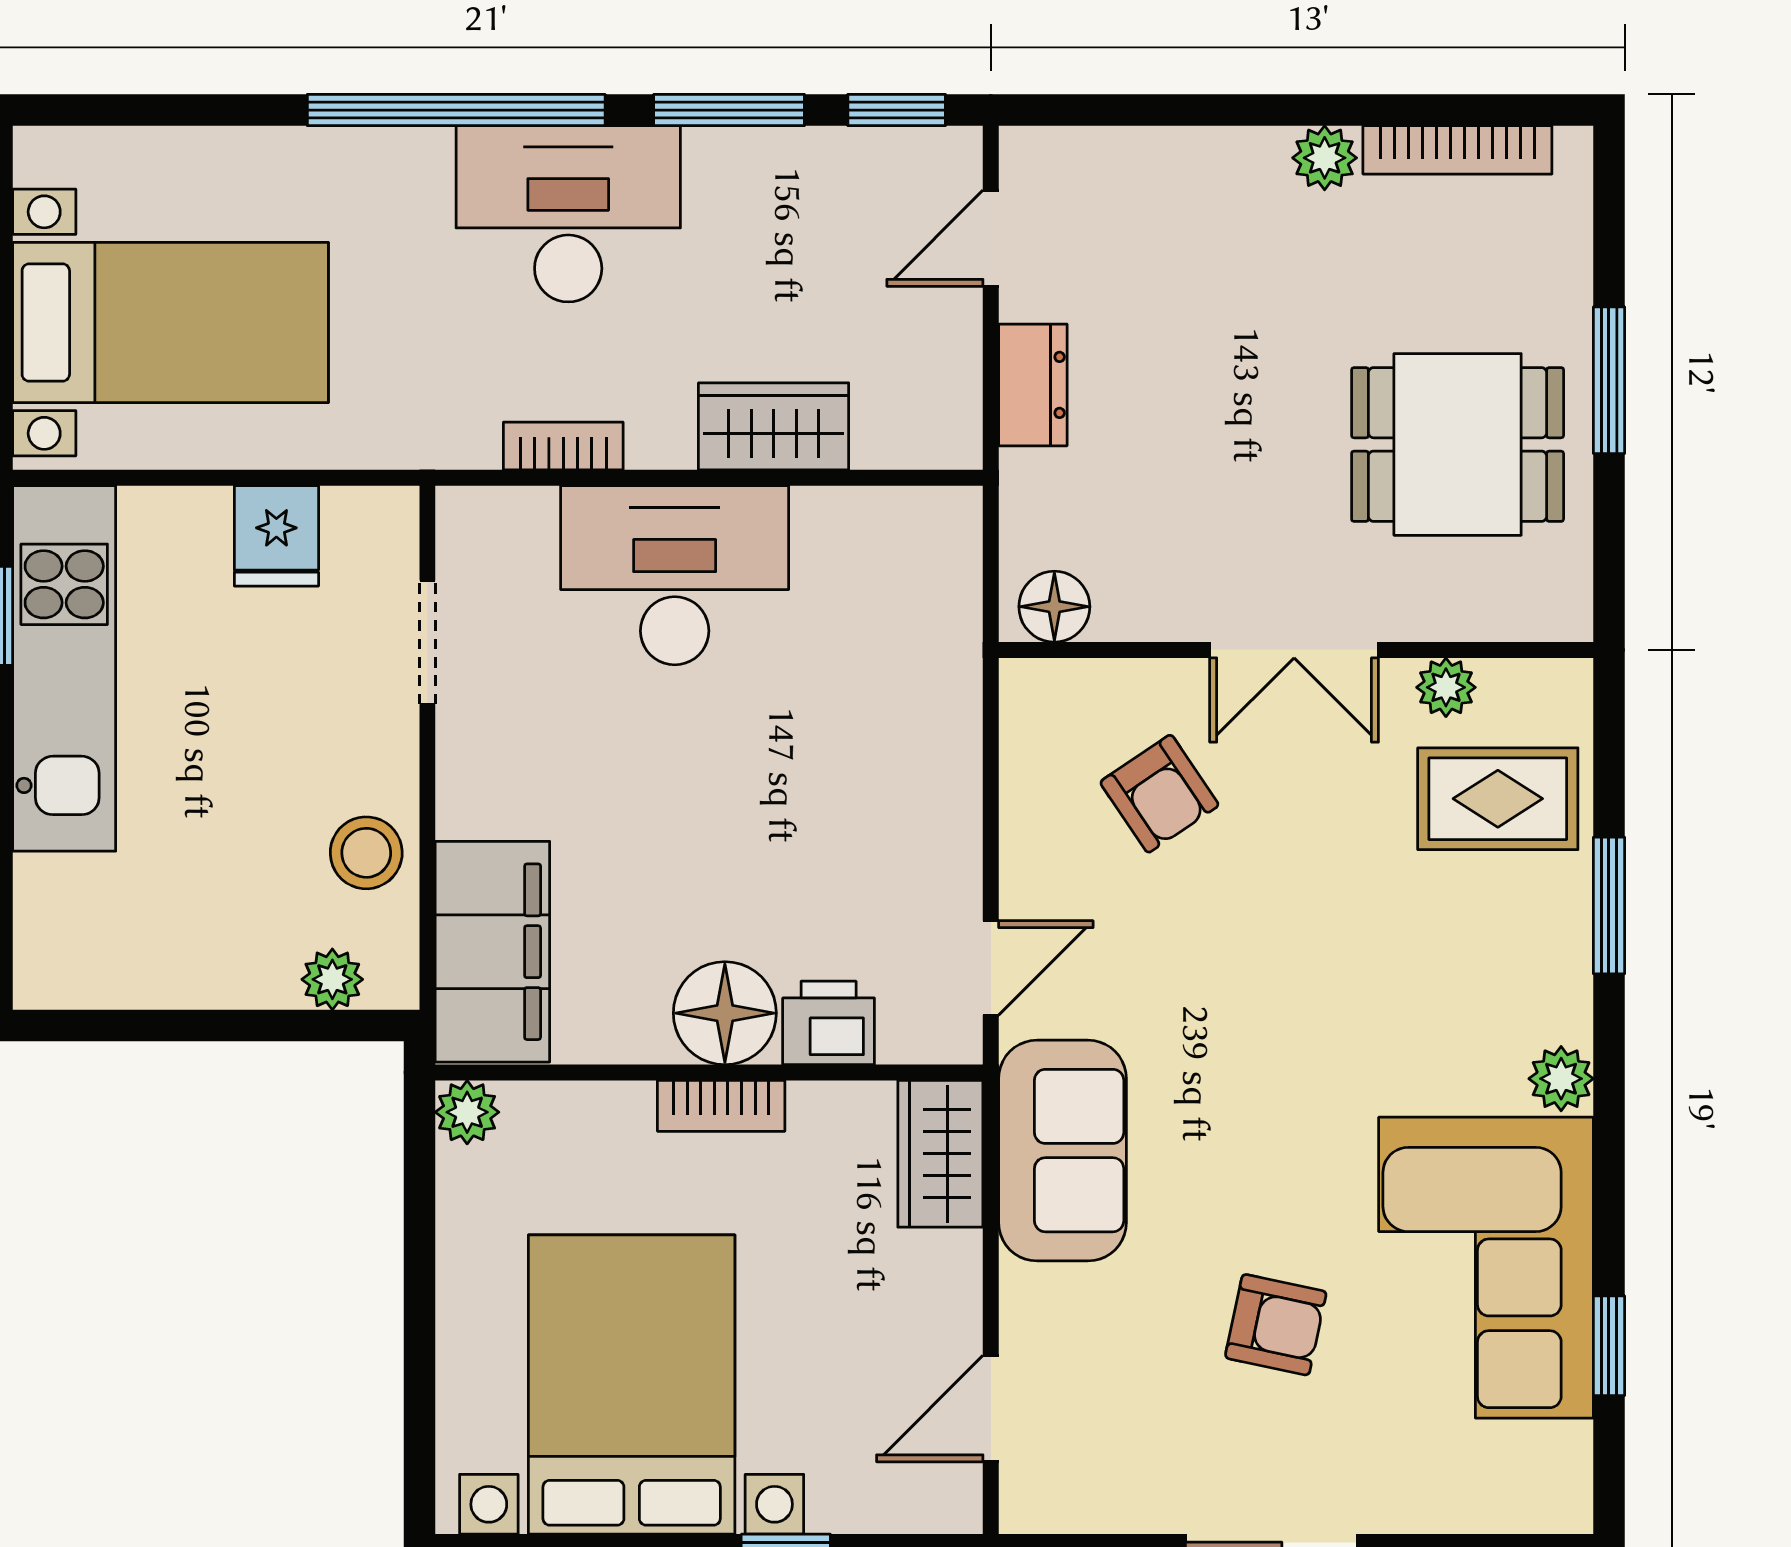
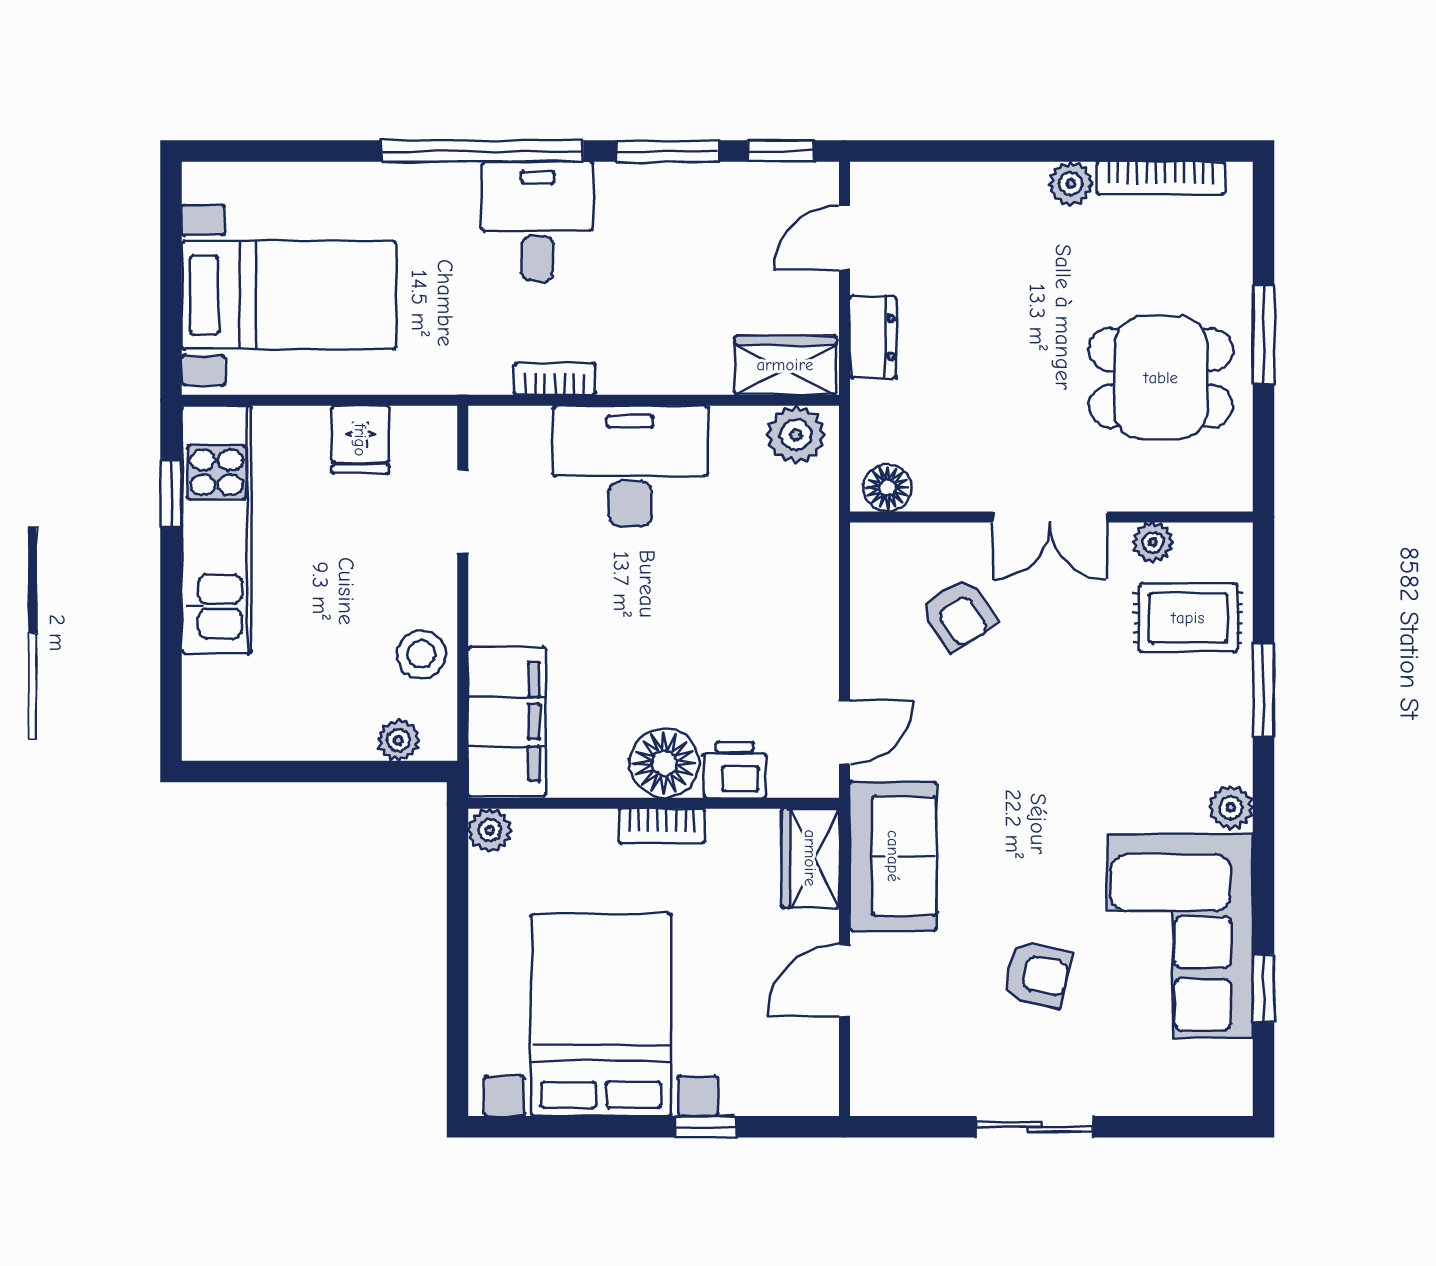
desk: (568, 214) -> (538, 221), width x0.73
wardrobe: (774, 426) -> (785, 365), moved
plant: (919, 529) -> (796, 435), added
door: (991, 1409) -> (845, 980), moved

